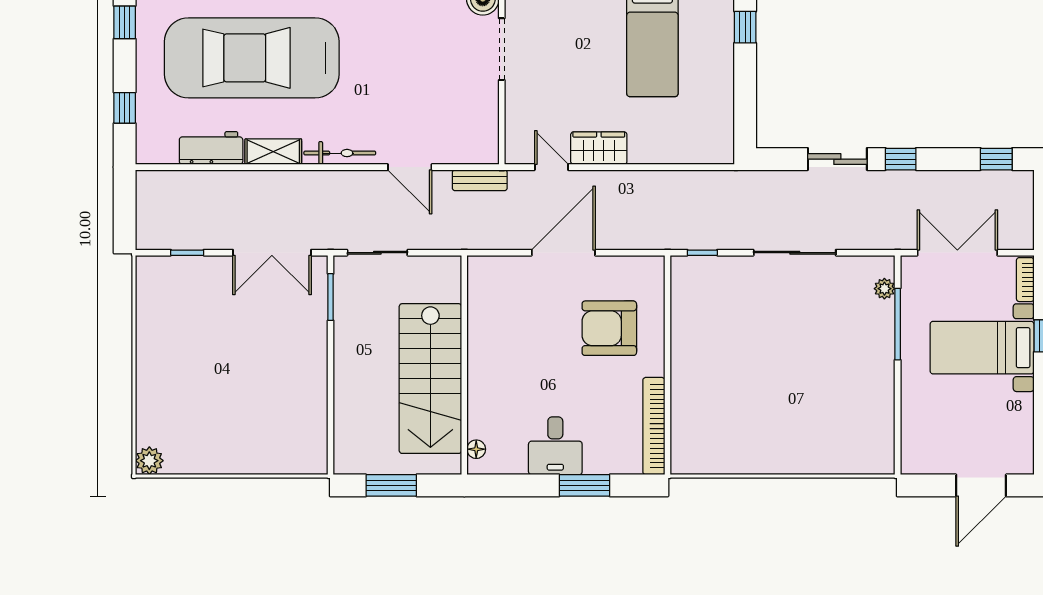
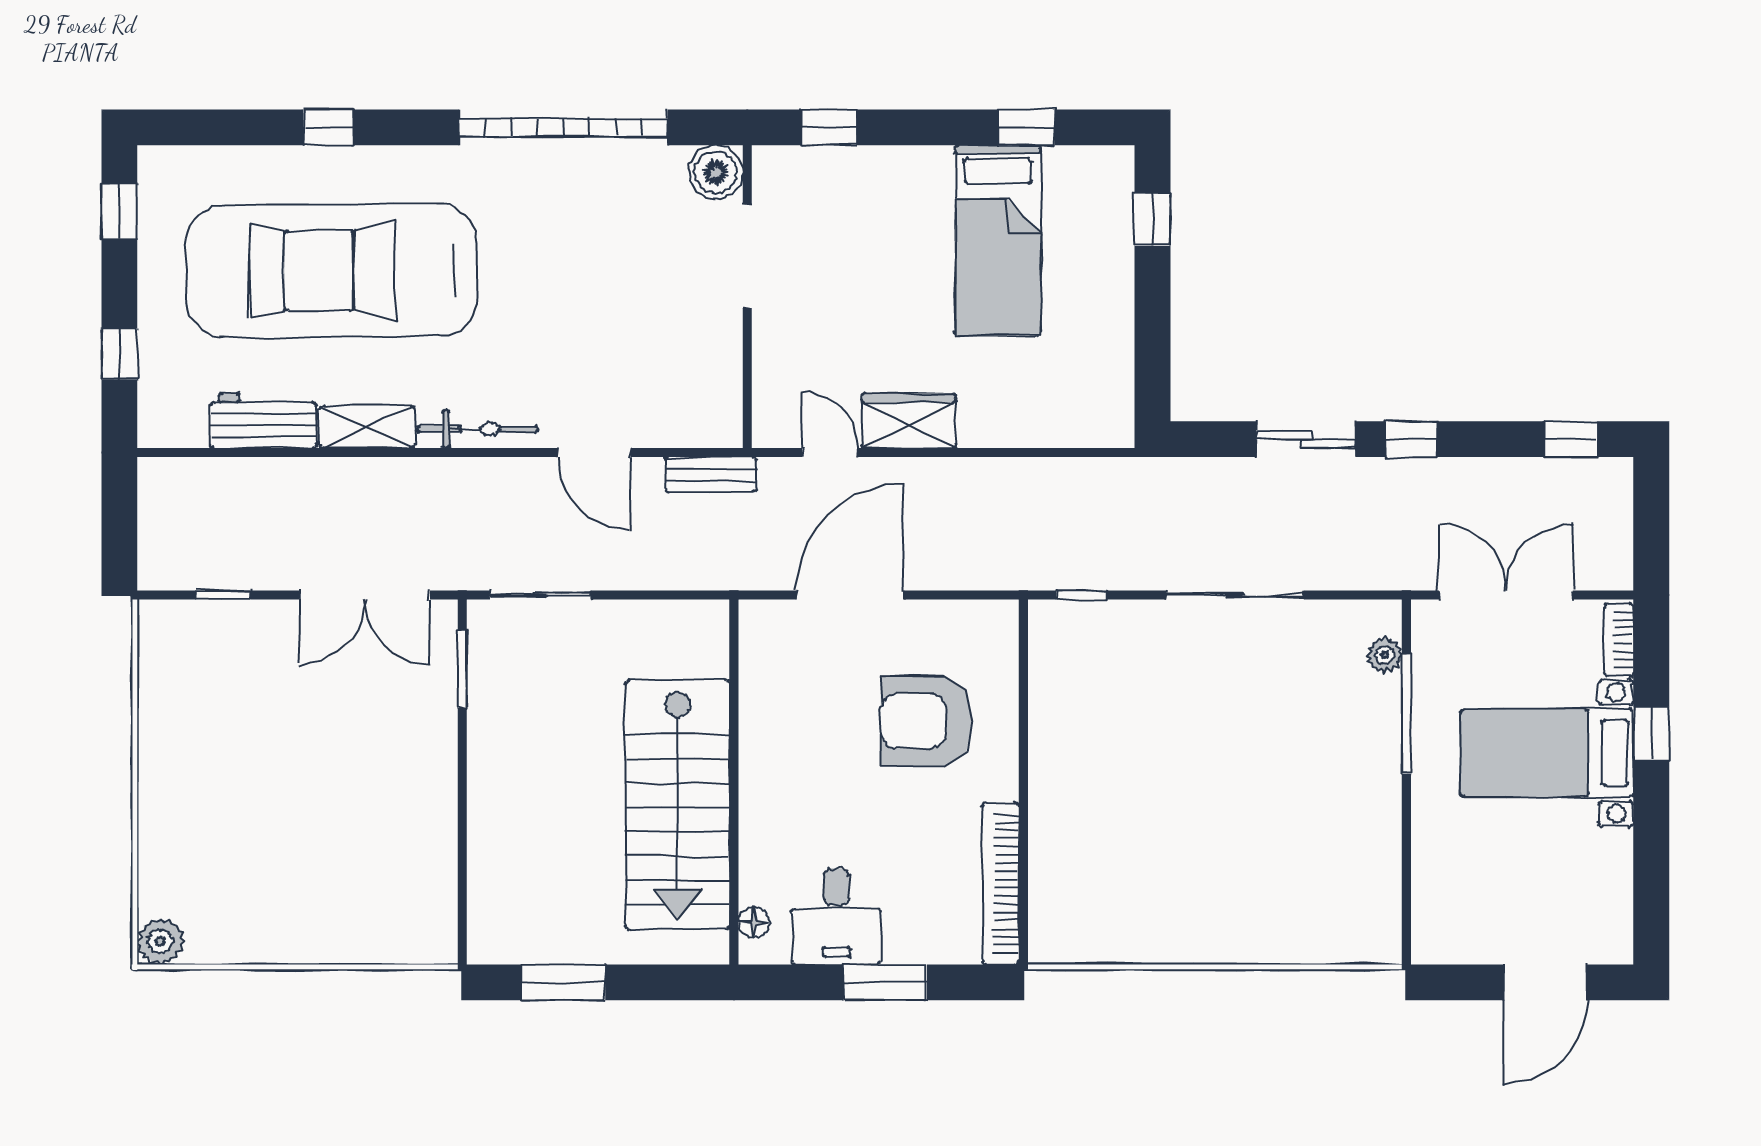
wall: (464, 365) -> (734, 782), moved
stairs: (430, 379) -> (677, 805), moved
floor lamp: (476, 449) -> (754, 922), moved

